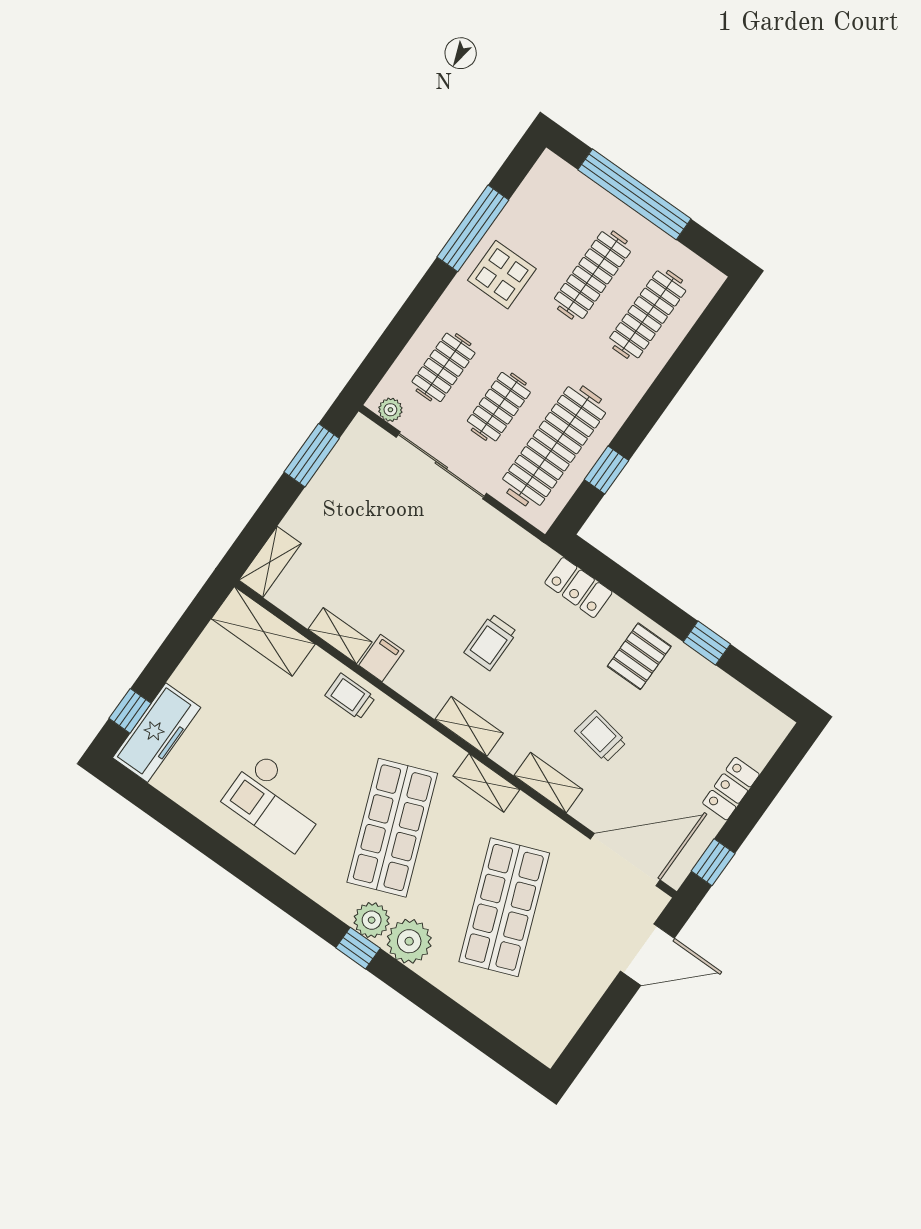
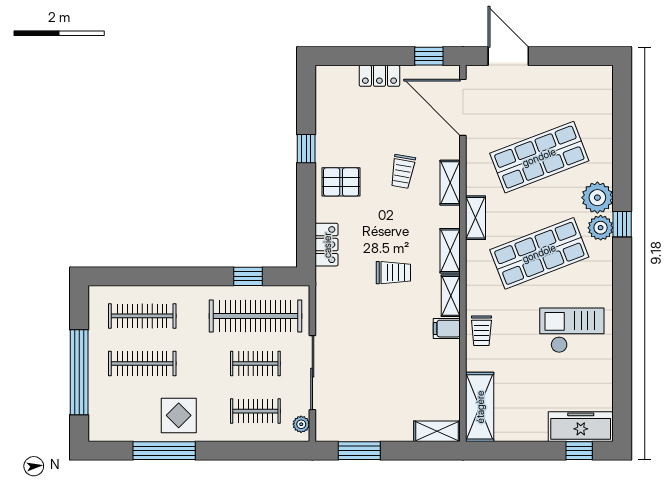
shelving: (340, 636) -> (451, 296), moved
checkout: (276, 802) -> (572, 330), turned -90

